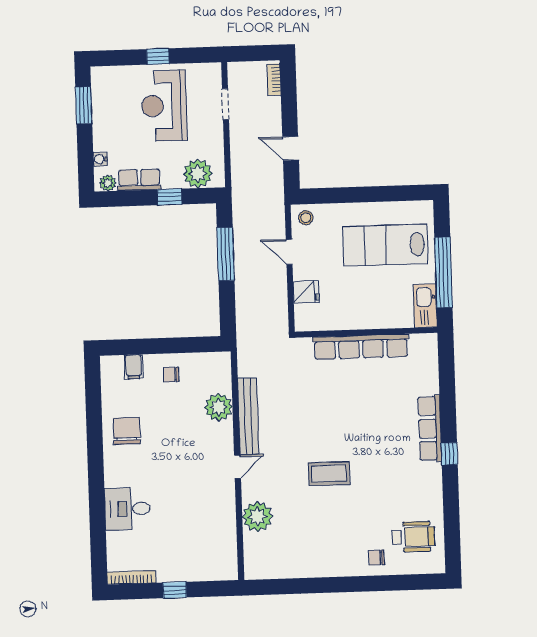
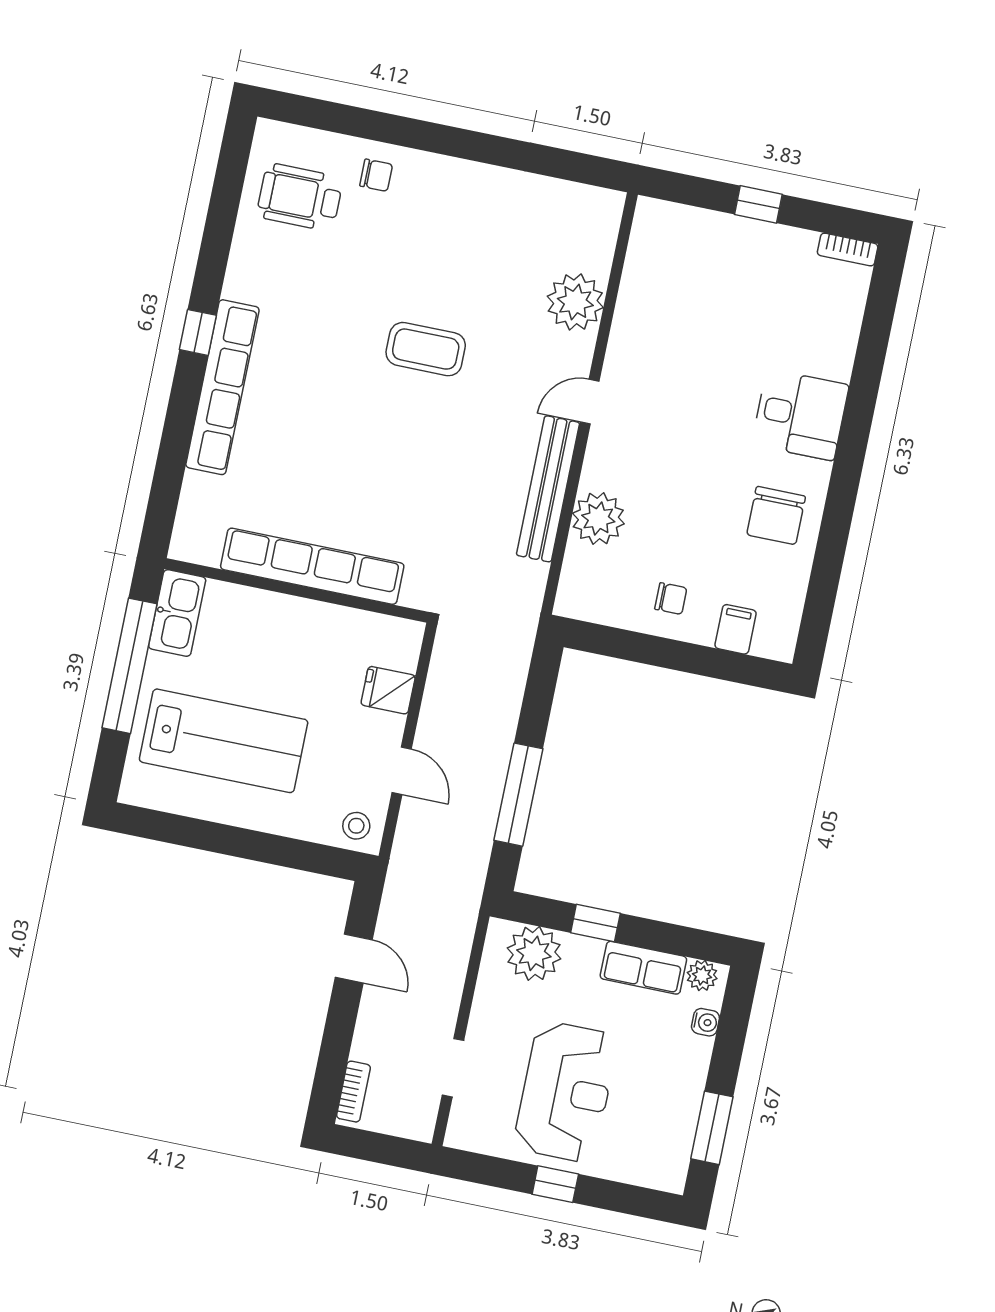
row of seats: (430, 428) -> (222, 387), width x1.36
desk: (127, 509) -> (800, 415), moved
bookcase: (131, 577) -> (848, 249), width x0.64

